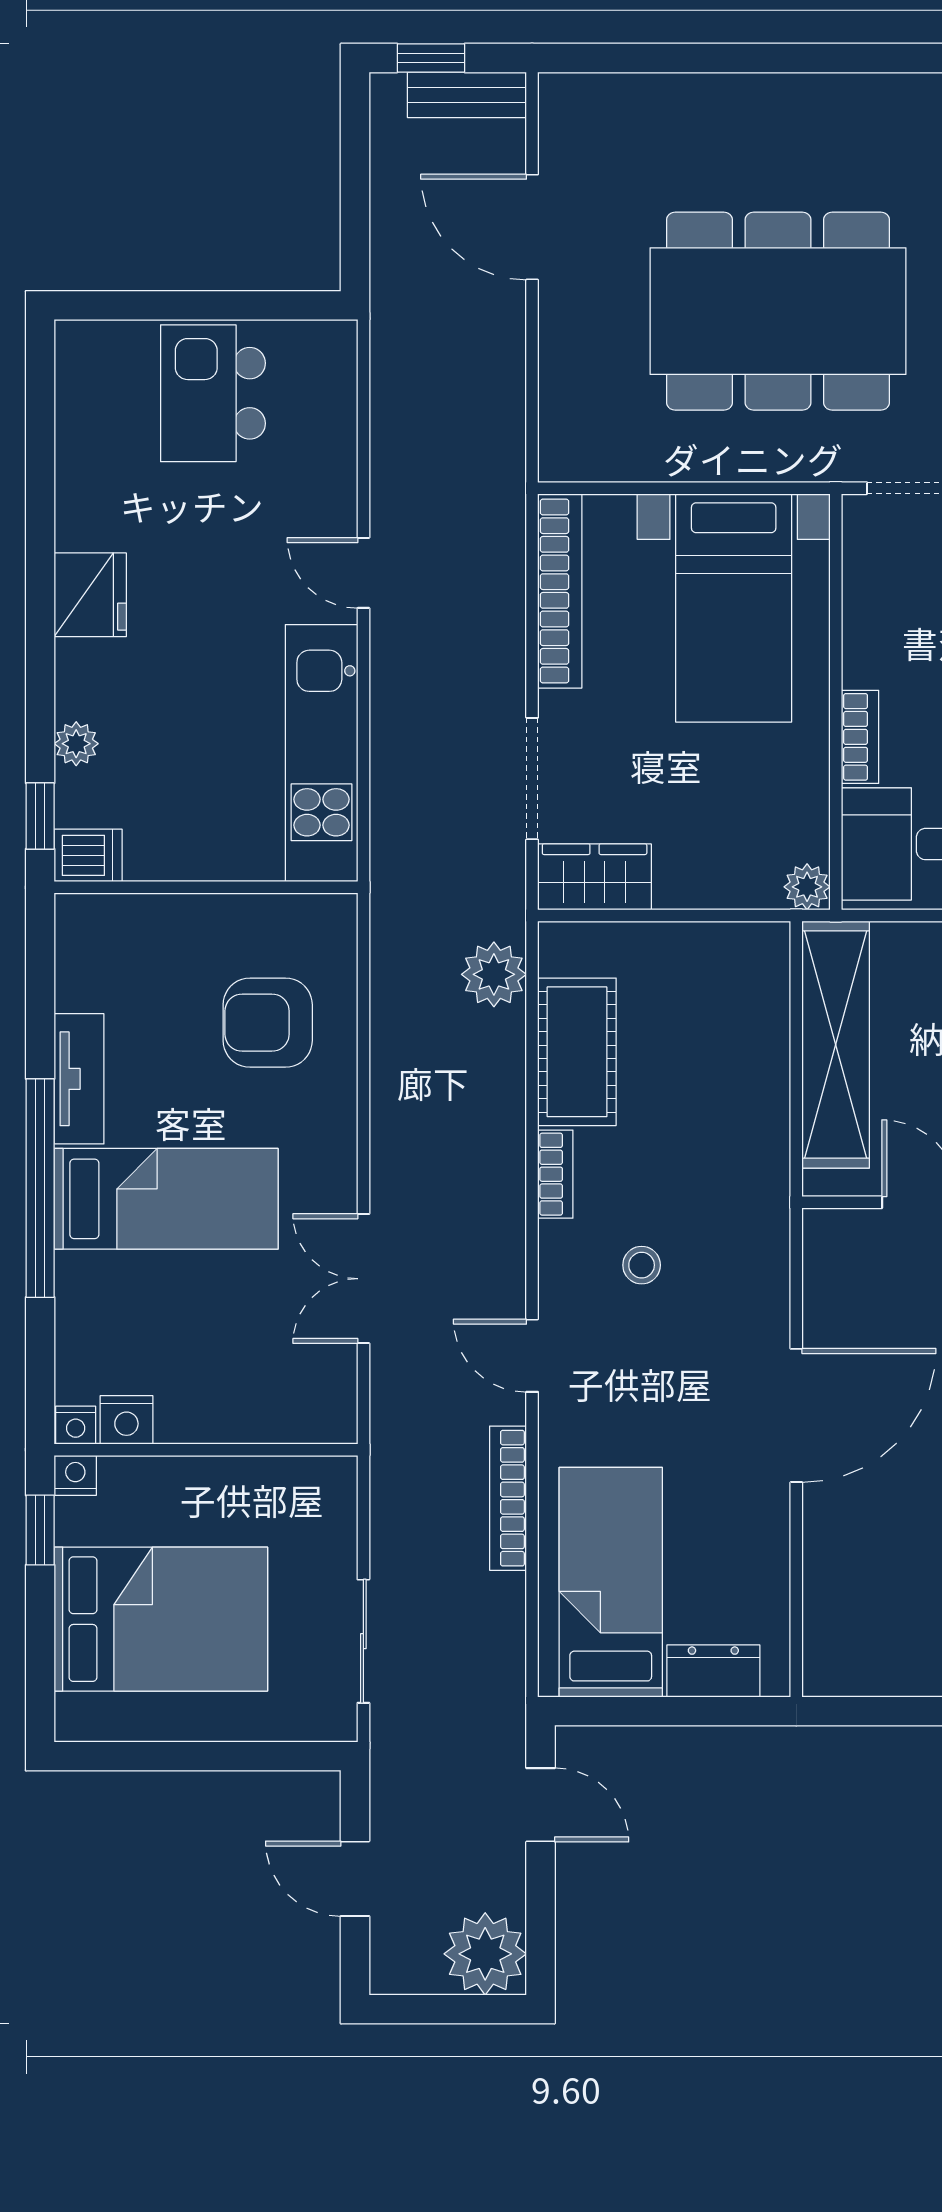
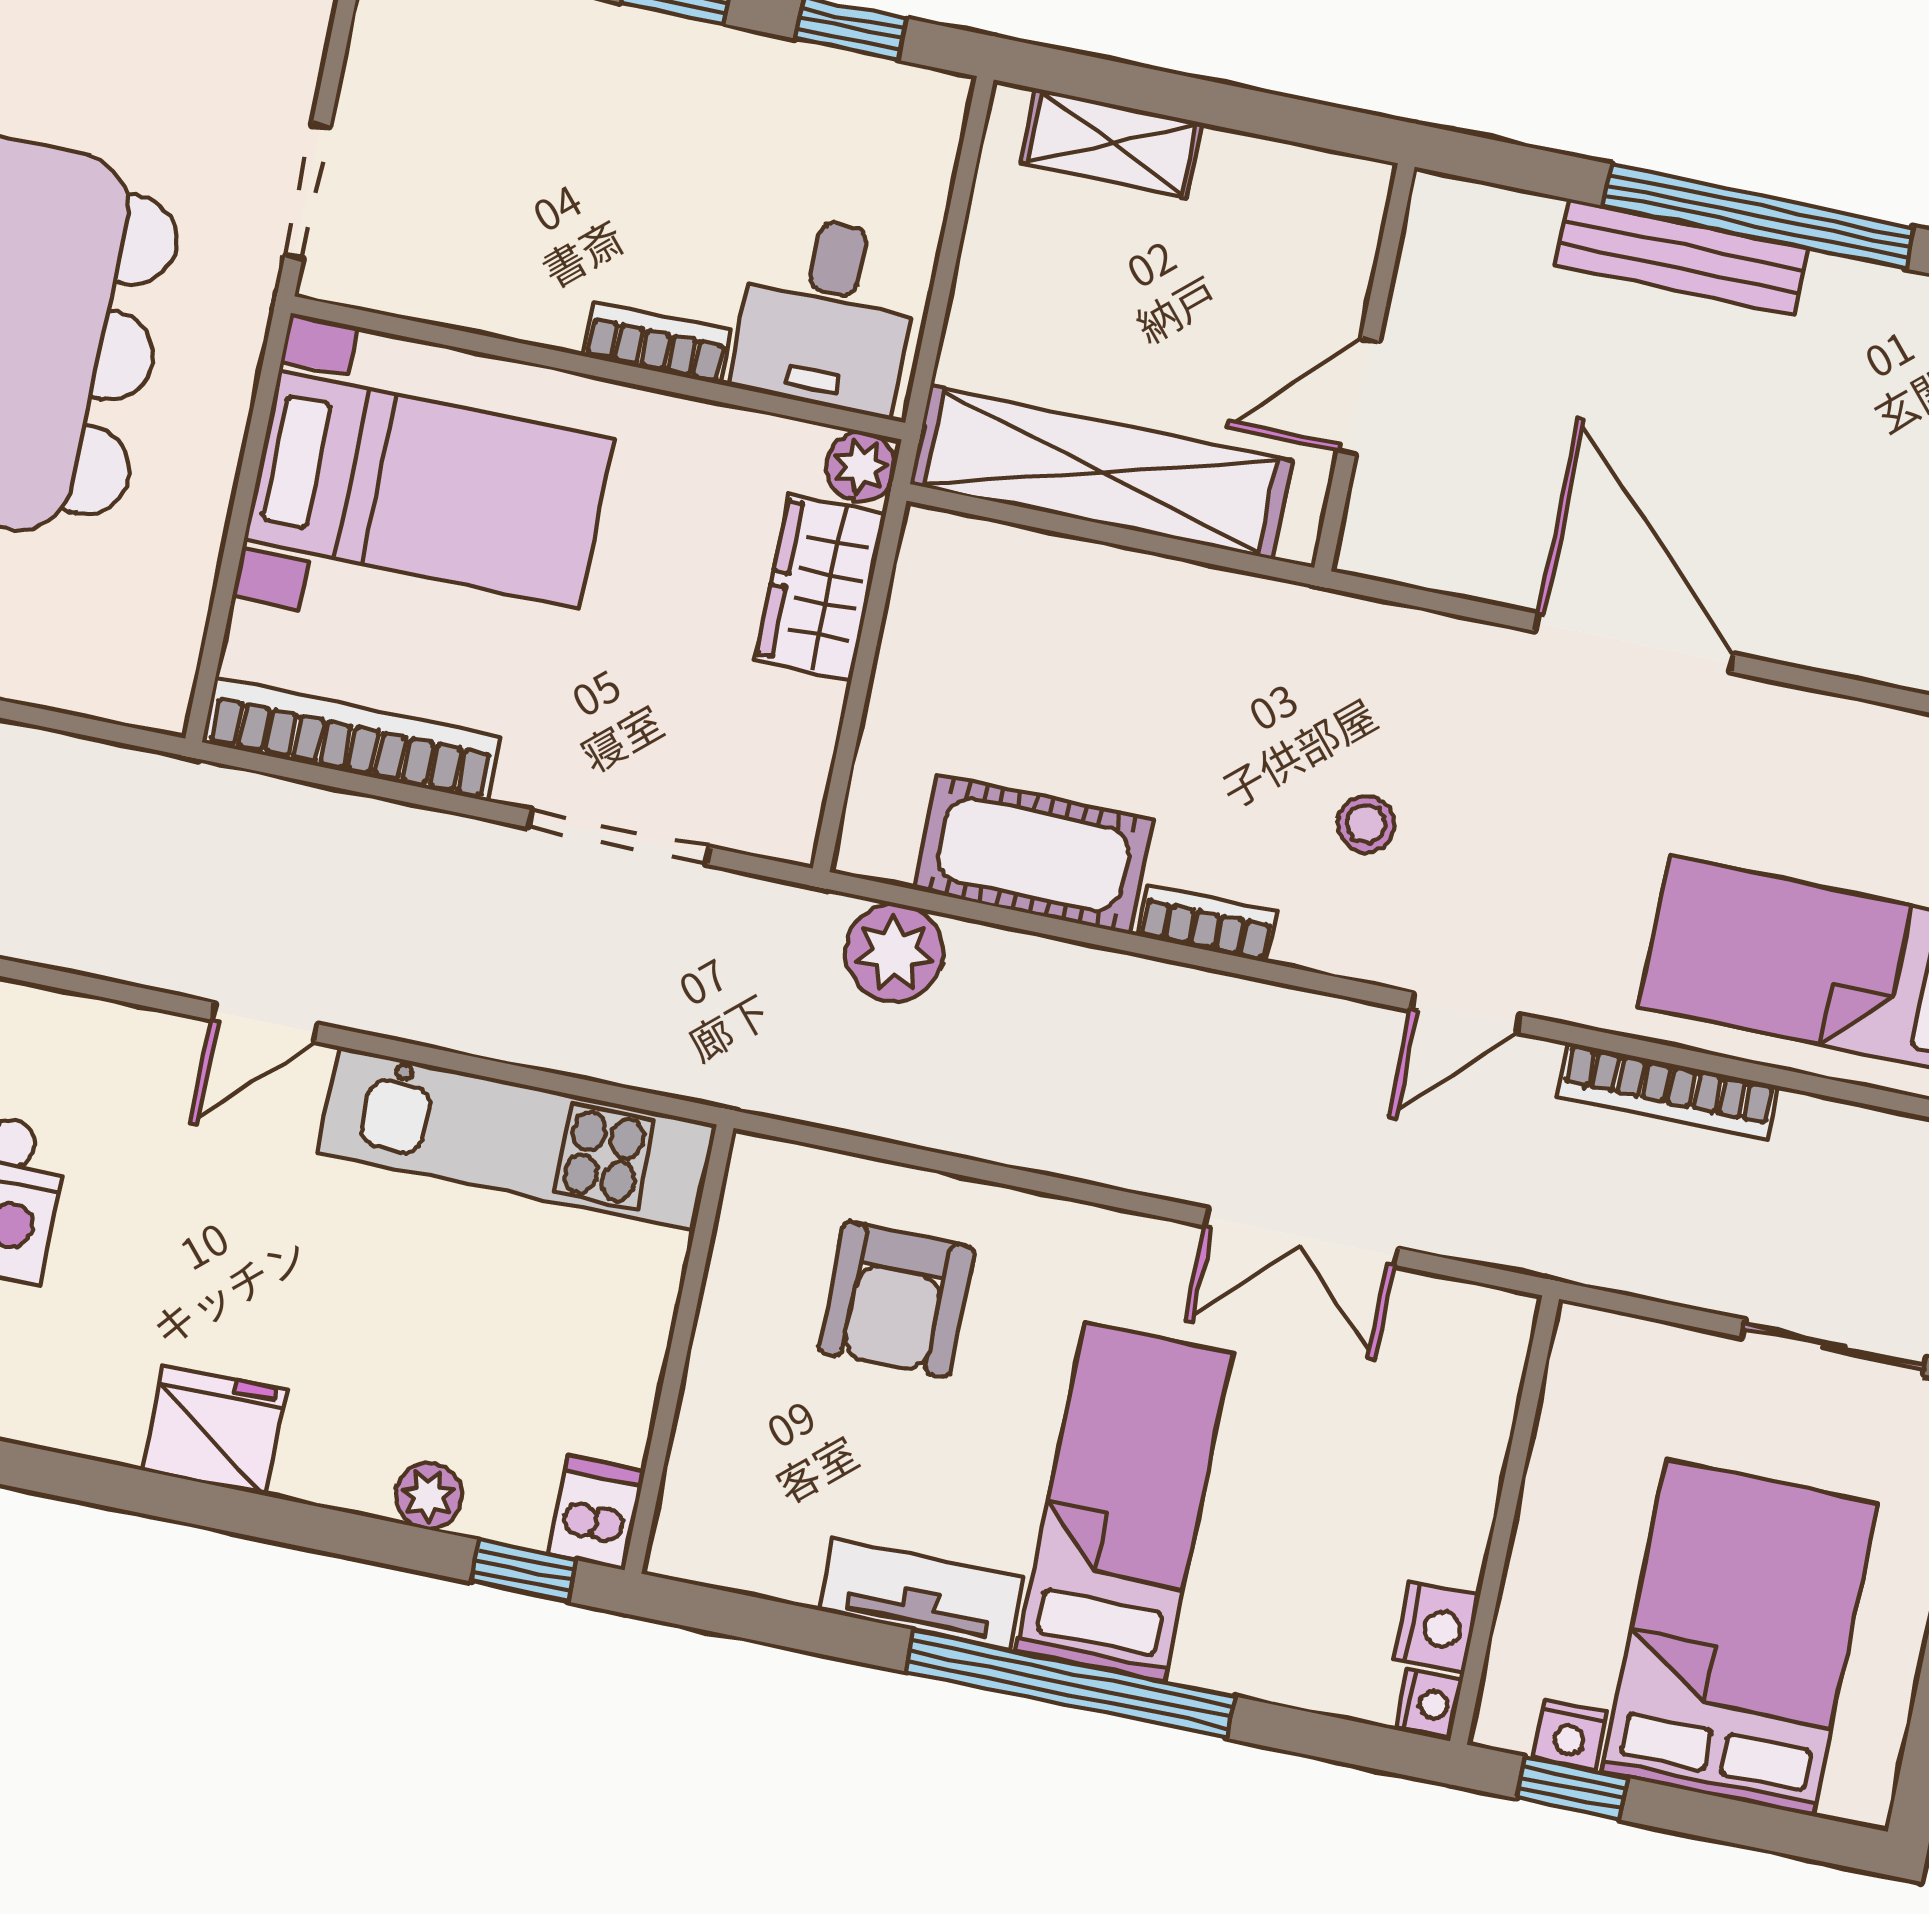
wardrobe: (595, 877) -> (821, 587), moved
nightstand: (75, 1475) -> (1570, 1735), moved, turned -90

